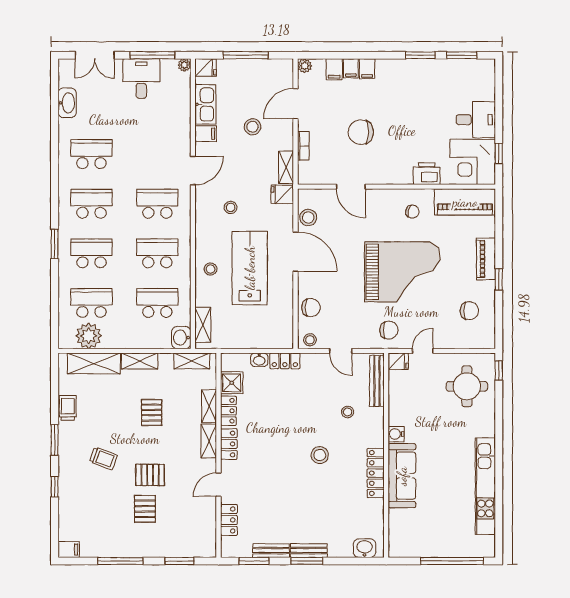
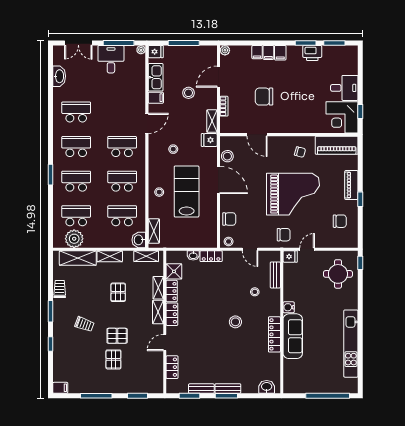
filing cabinet: (334, 69) -> (280, 53), moved
printer: (427, 174) -> (312, 53), moved, turned 180
bench: (377, 381) -> (275, 275), width x0.73

